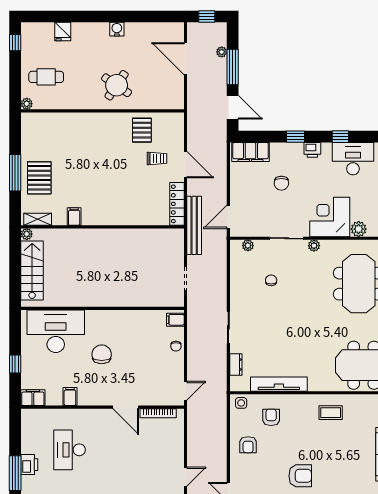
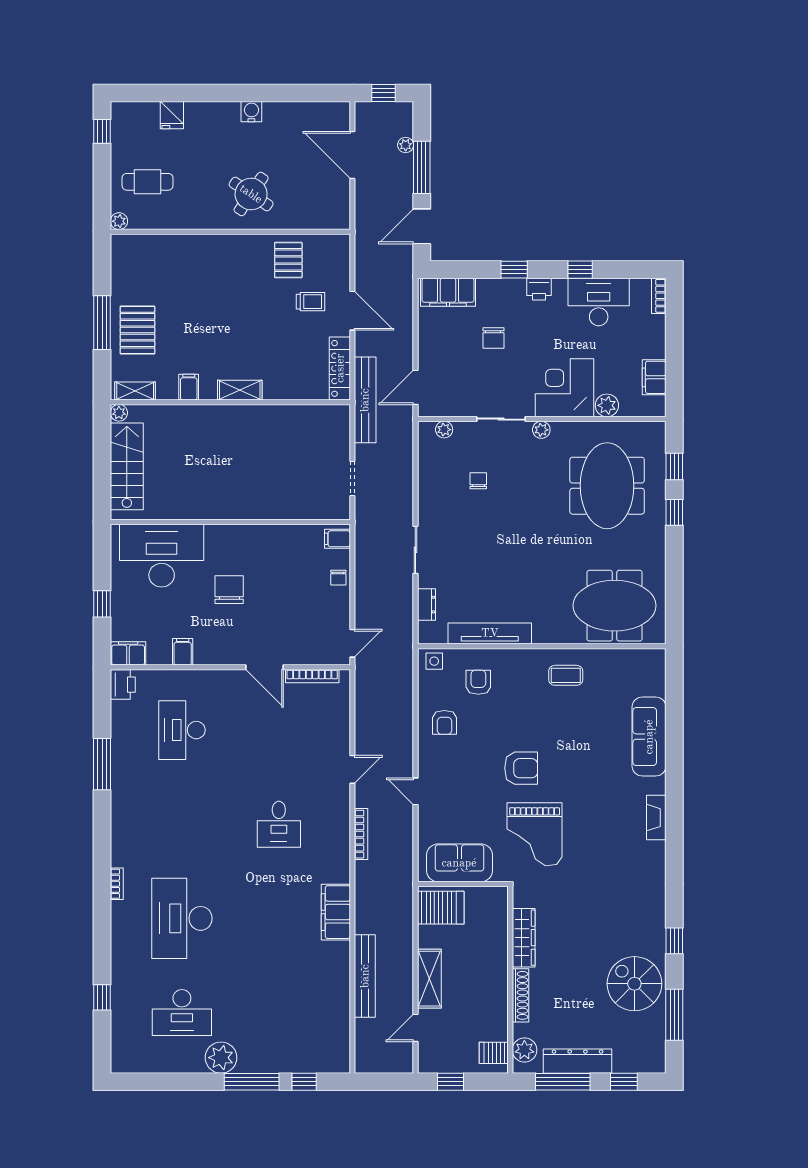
door: (233, 107) -> (422, 226), swing flipped
shelving: (109, 219) -> (240, 390), added
printer: (29, 465) -> (123, 685), moved

